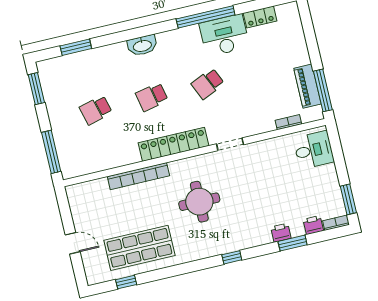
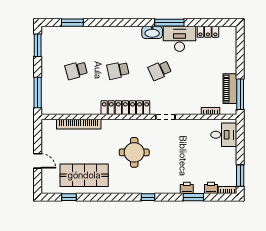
window: (206, 17) -> (169, 23), width x0.68
washbasin: (142, 45) -> (152, 32), moved
bookcase: (138, 176) -> (79, 124), moved

